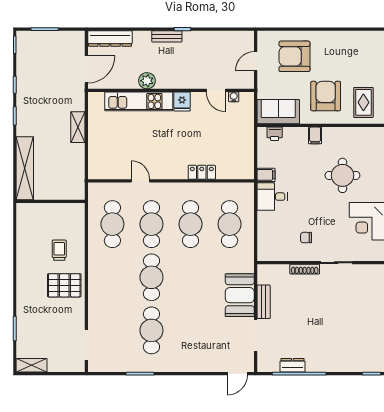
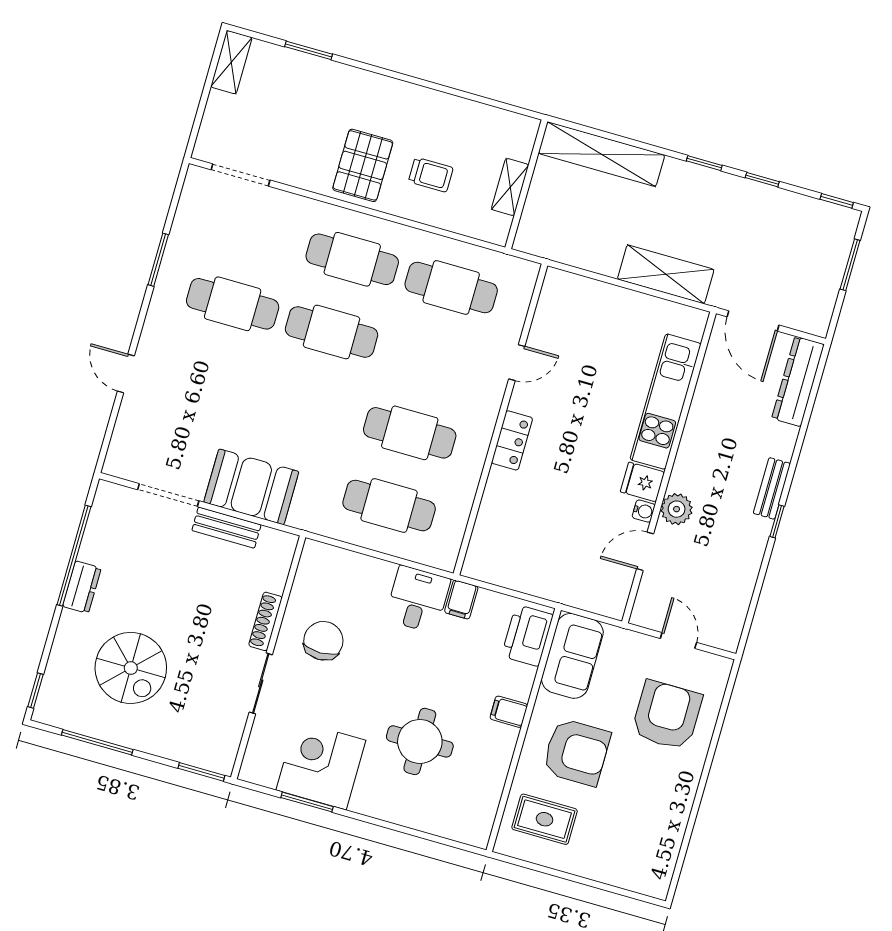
plant: (147, 81) -> (677, 509), moved
water cooler: (234, 97) -> (644, 511), moved
shelving: (78, 127) -> (666, 274), width x1.50, depth x1.33
printer: (275, 134) -> (527, 635), width x1.87, depth x1.48
locker: (202, 172) -> (512, 440), moved
shelving: (54, 209) -> (510, 187), added
cafe table: (151, 224) -> (352, 259), moved
chair: (306, 238) -> (323, 641), width x1.87, depth x1.87
spiral stairs: (347, 329) -> (131, 668), added
dresser: (292, 365) -> (82, 587), moved
door: (237, 374) -> (126, 374), moved

